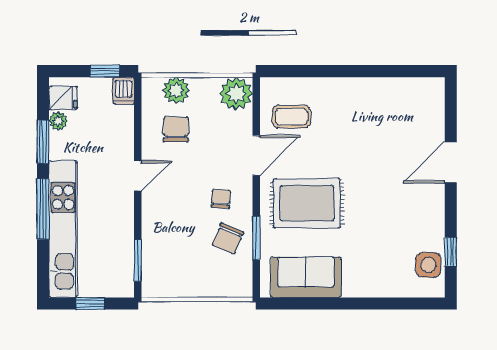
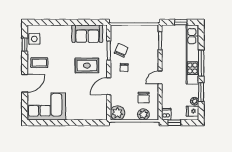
corner sofa: (400, 109) -> (46, 106), added
coffee table: (291, 117) -> (39, 63), moved
rug: (307, 203) -> (87, 66), width x0.73, depth x0.70

